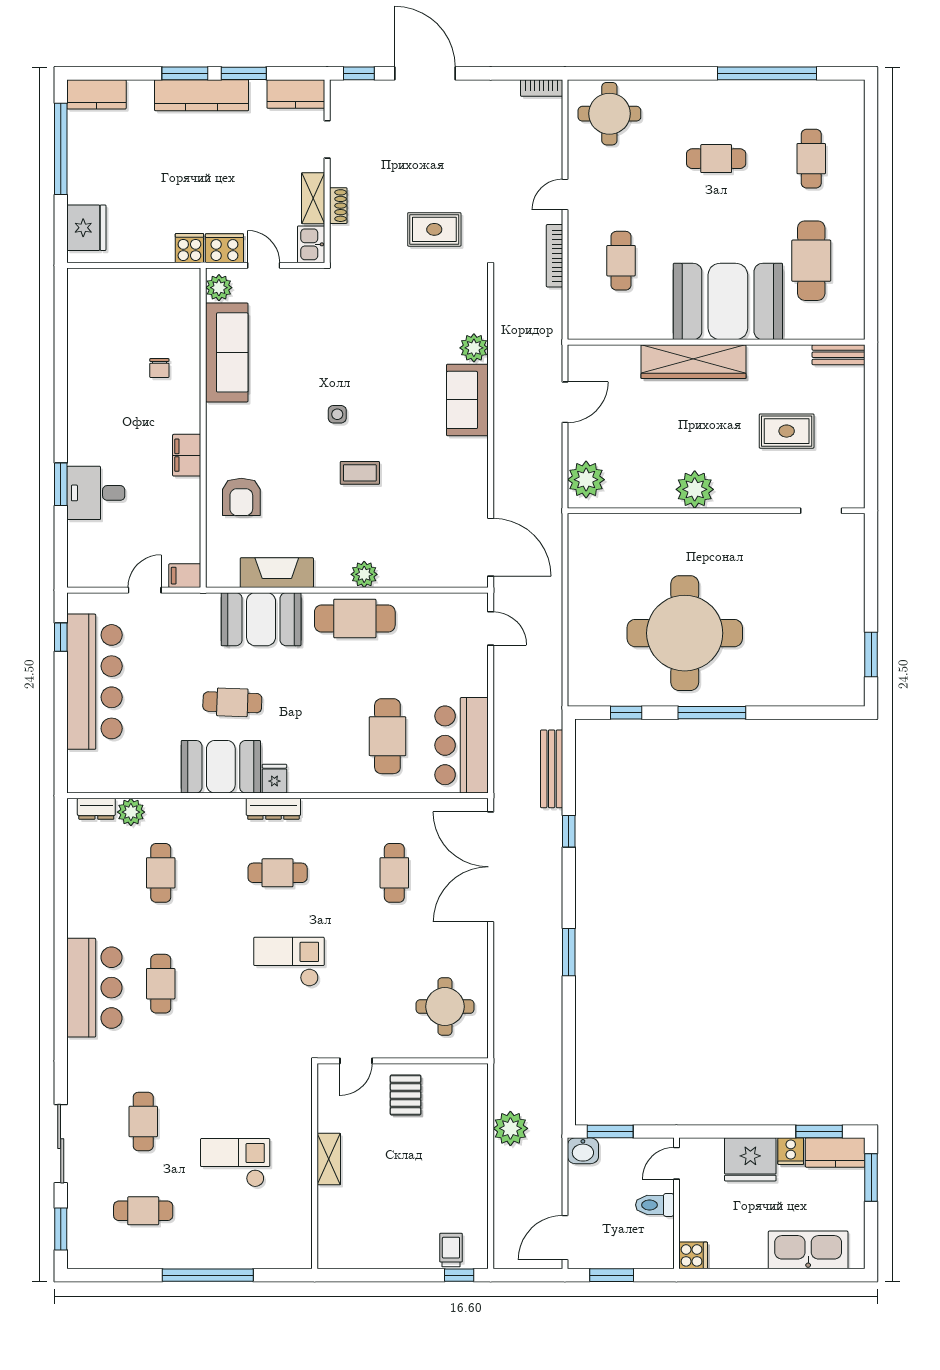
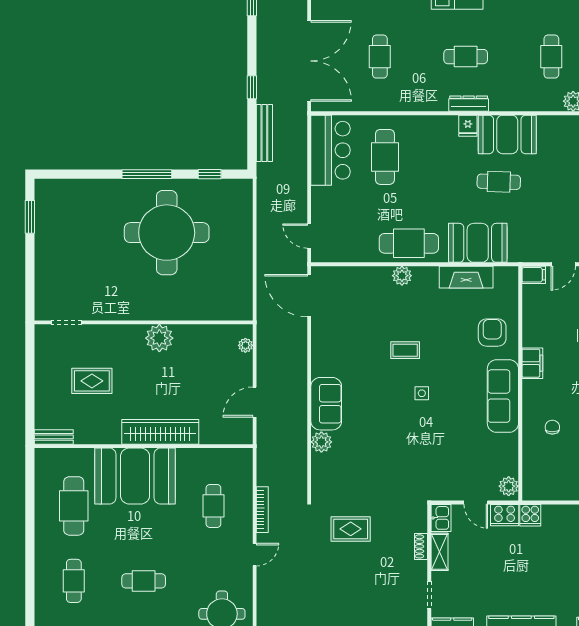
sofa: (227, 352) -> (503, 396), moved
plant: (586, 480) -> (245, 345), width x0.53, depth x0.53

